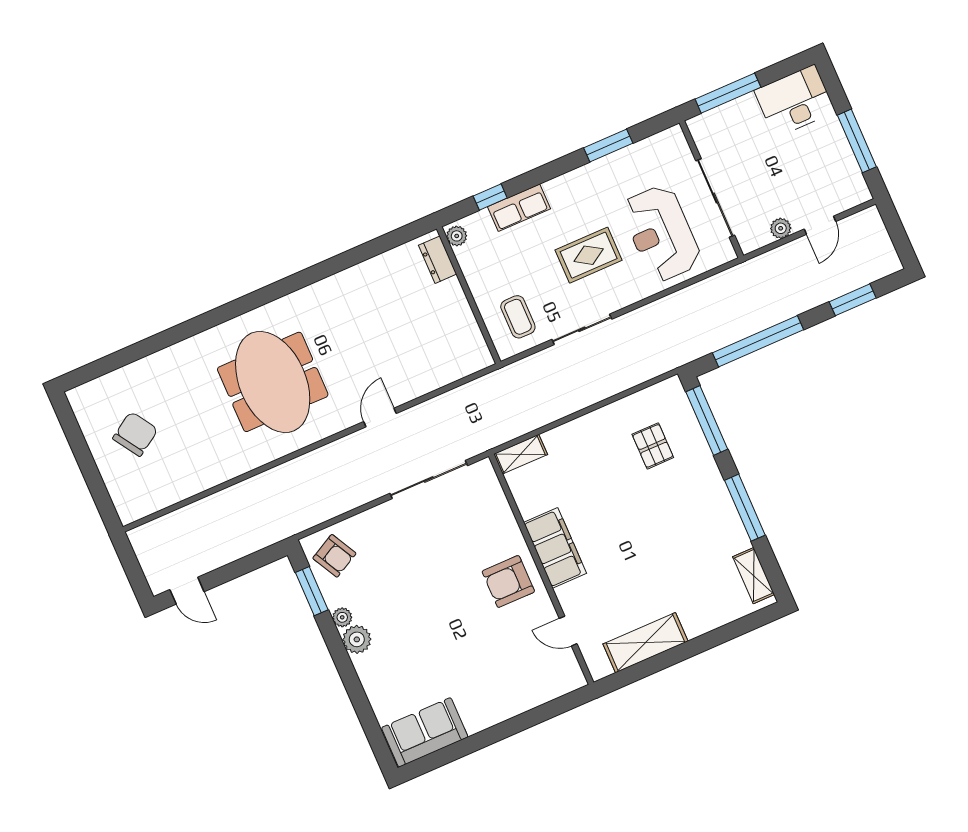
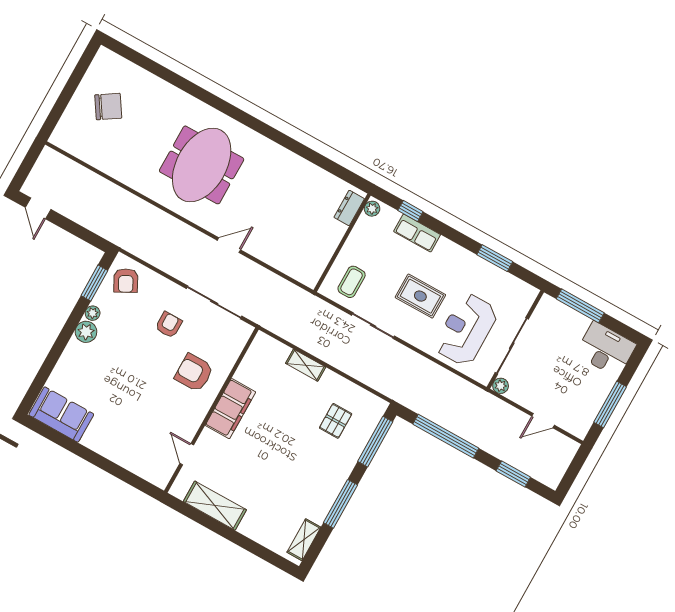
plant: (781, 228) -> (501, 386), moved
shelving: (521, 454) -> (306, 365), moved
armchair: (416, 546) -> (169, 325), added
armchair: (508, 581) -> (194, 373), moved

